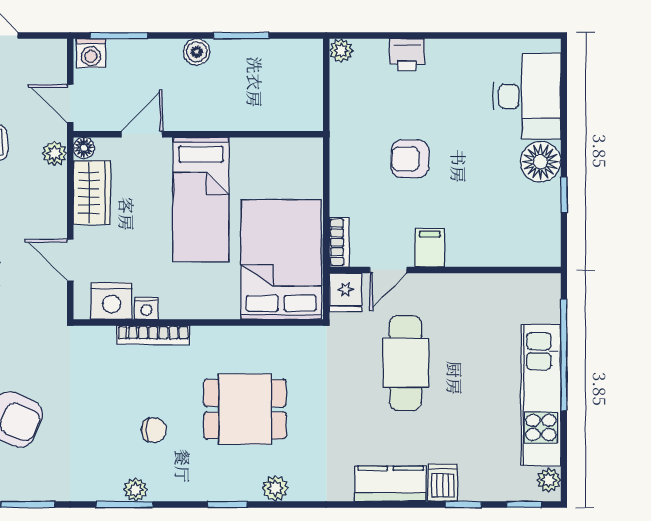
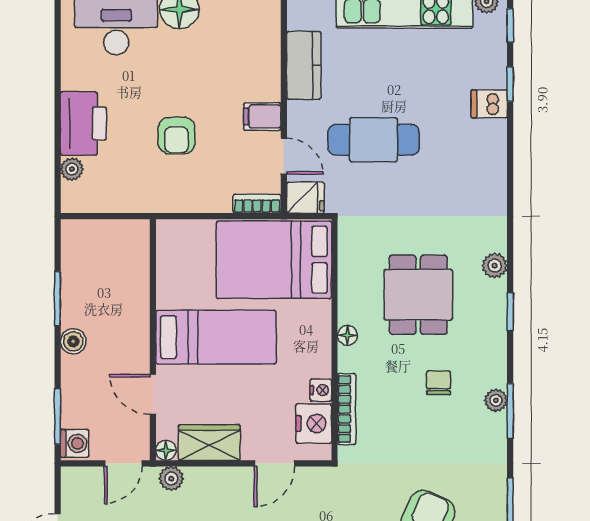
plant: (341, 50) -> (72, 169), moved
printer: (407, 55) -> (83, 123), width x1.87, depth x1.48
bookcase: (153, 335) -> (347, 409), moved
floor lamp: (203, 336) -> (347, 335), added
kitchen counter: (390, 484) -> (304, 65), moved, turned 180

